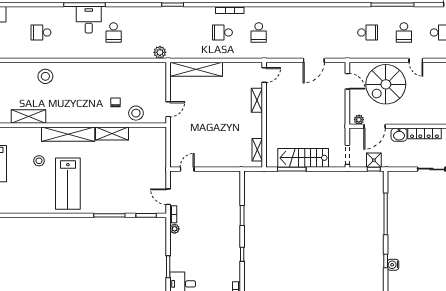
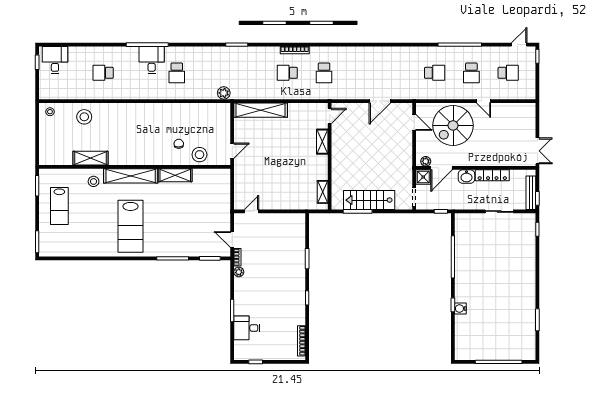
stool: (45, 76) -> (84, 117), moved
shower: (374, 160) -> (423, 177), moved
stool: (39, 161) -> (94, 181), moved

